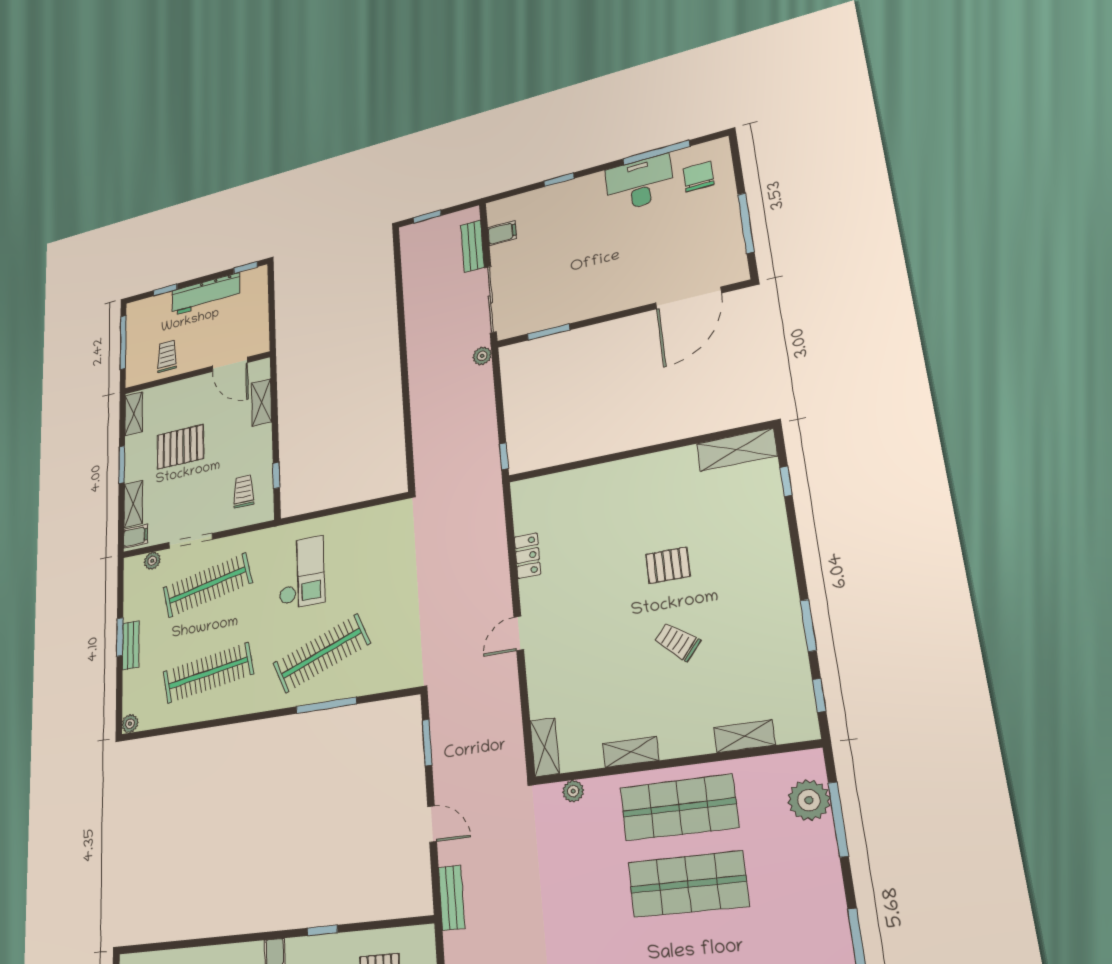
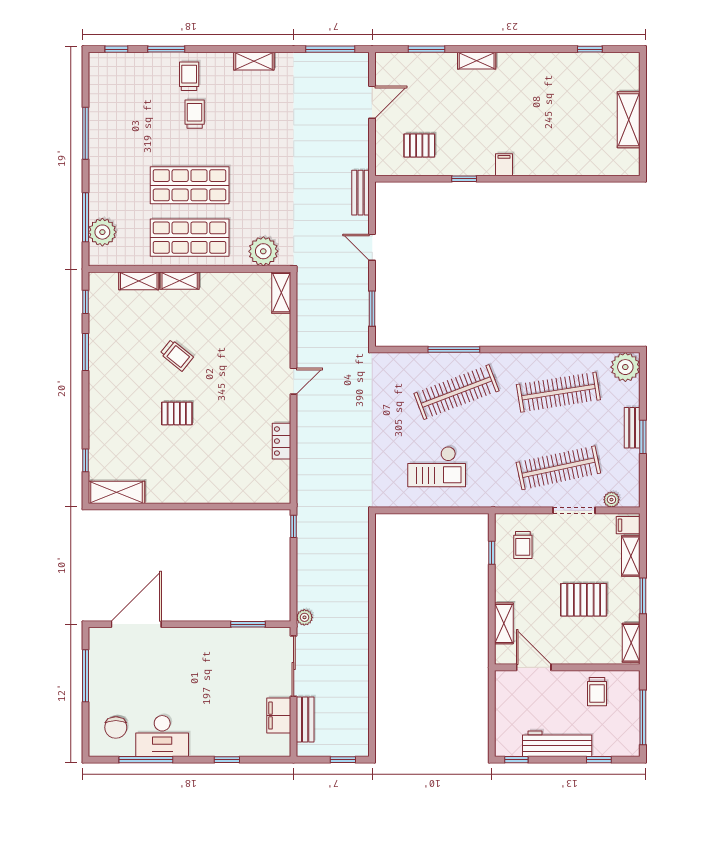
filing cabinet: (502, 233) -> (279, 716), width x2.00
checkout: (301, 573) -> (437, 467), moved, turned -90
plant: (130, 724) -> (625, 367), width x1.88, depth x1.88
shelving: (631, 752) -> (180, 281), moved
plant: (573, 791) -> (263, 251), width x1.88, depth x1.88

